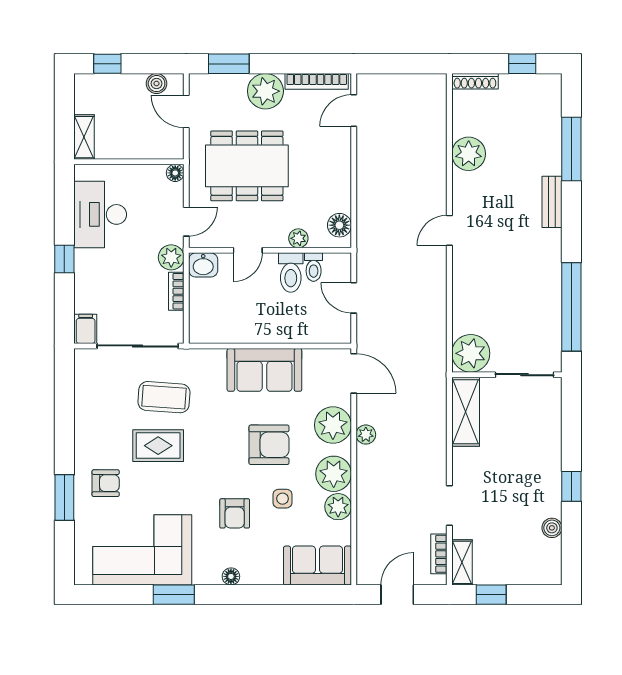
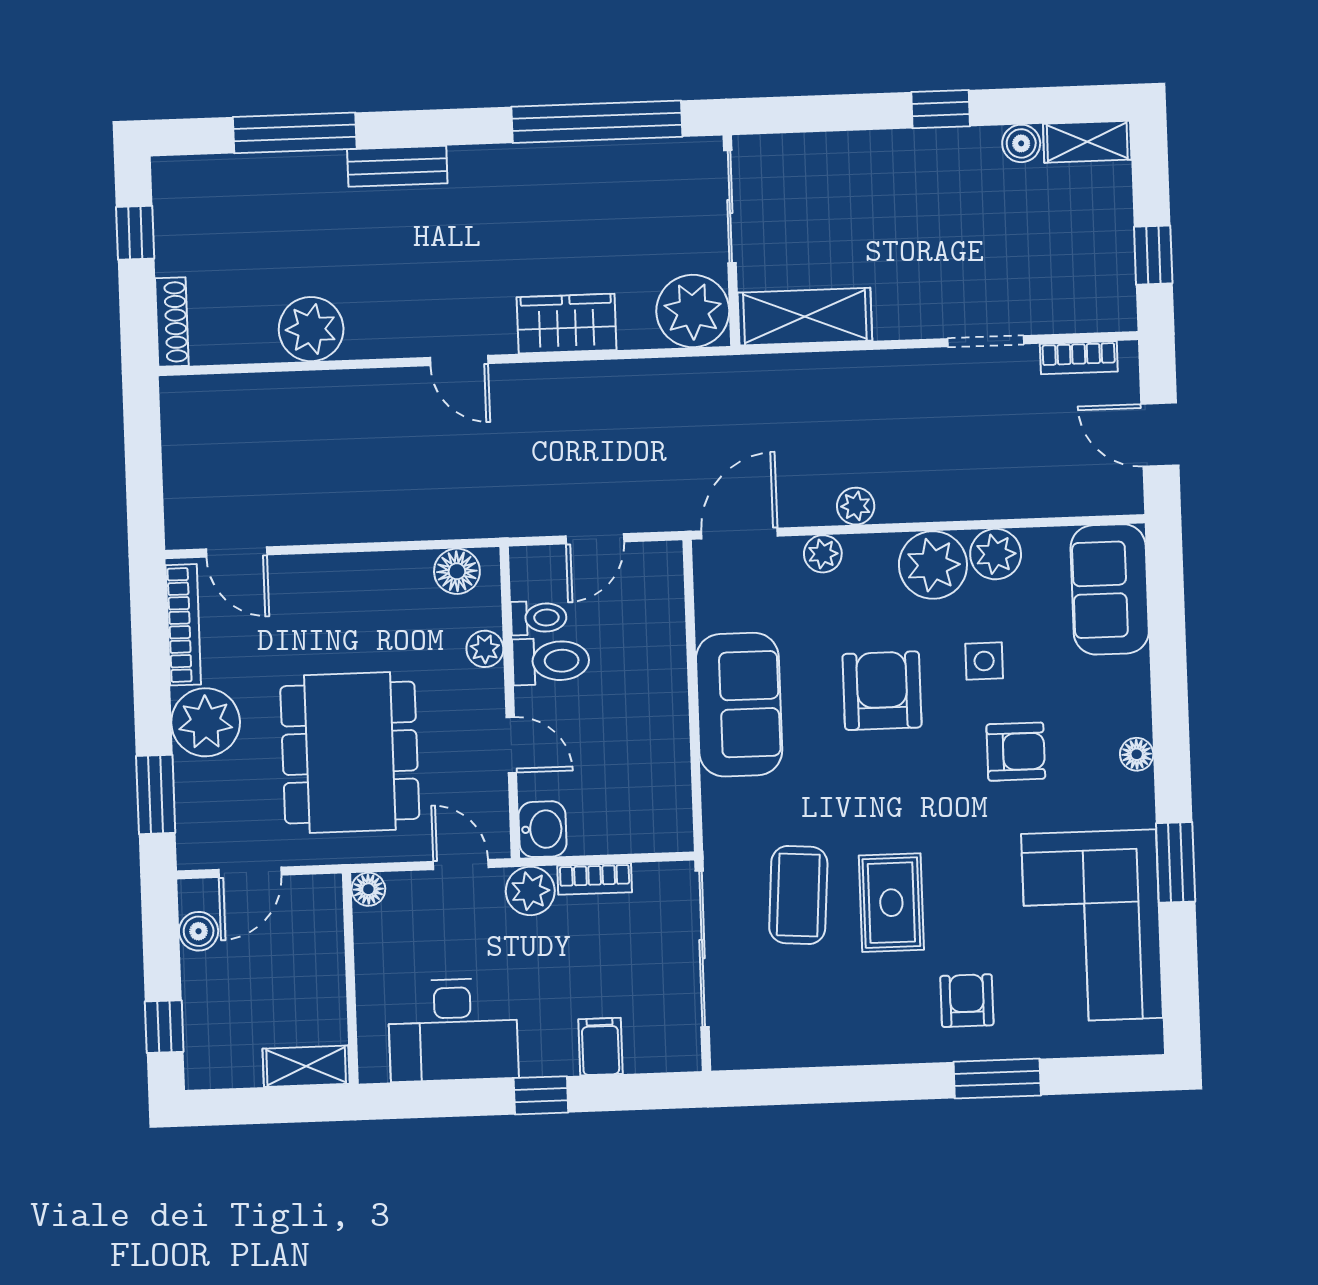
wardrobe: (467, 287) -> (567, 324), added
filing cabinet: (86, 329) -> (600, 1047), moved, turned 90
plant: (333, 425) -> (823, 554), width x0.53, depth x0.53
shelving: (462, 562) -> (1087, 142), moved

